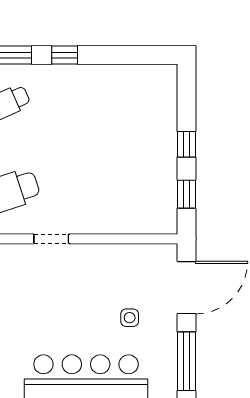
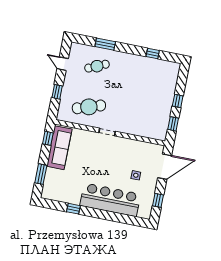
window: (65, 55) -> (153, 54), moved
window: (187, 361) -> (158, 200), width x0.46

